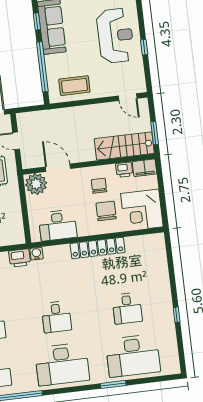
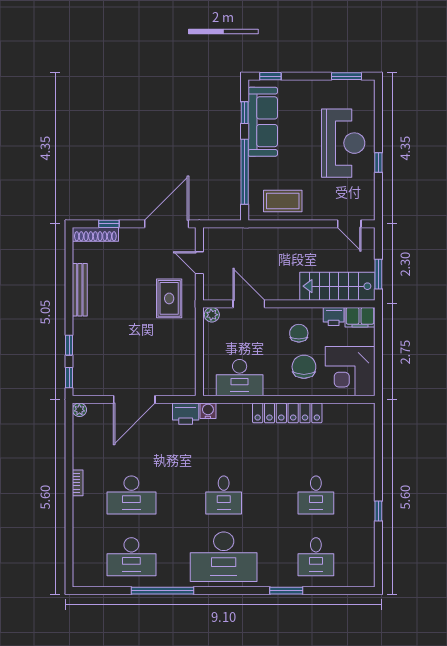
plant: (36, 184) -> (212, 315), width x0.53, depth x0.53
desk: (133, 356) -> (316, 557), width x0.53, depth x0.77

